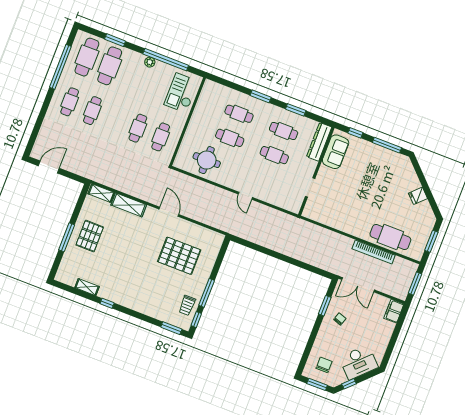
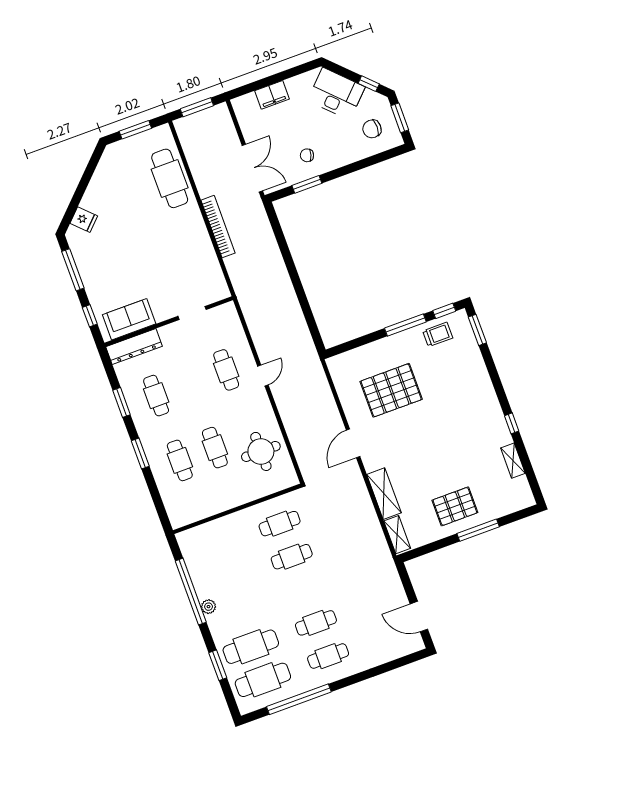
checkout: (181, 93) -> (212, 543), removed
cafe table: (274, 155) -> (226, 370), moved
fridge: (418, 196) -> (84, 220), moved
bookcase: (374, 252) -> (218, 227), moved
pallet: (179, 256) -> (391, 390), turned 90
filing cabinet: (394, 311) -> (272, 95), moved

